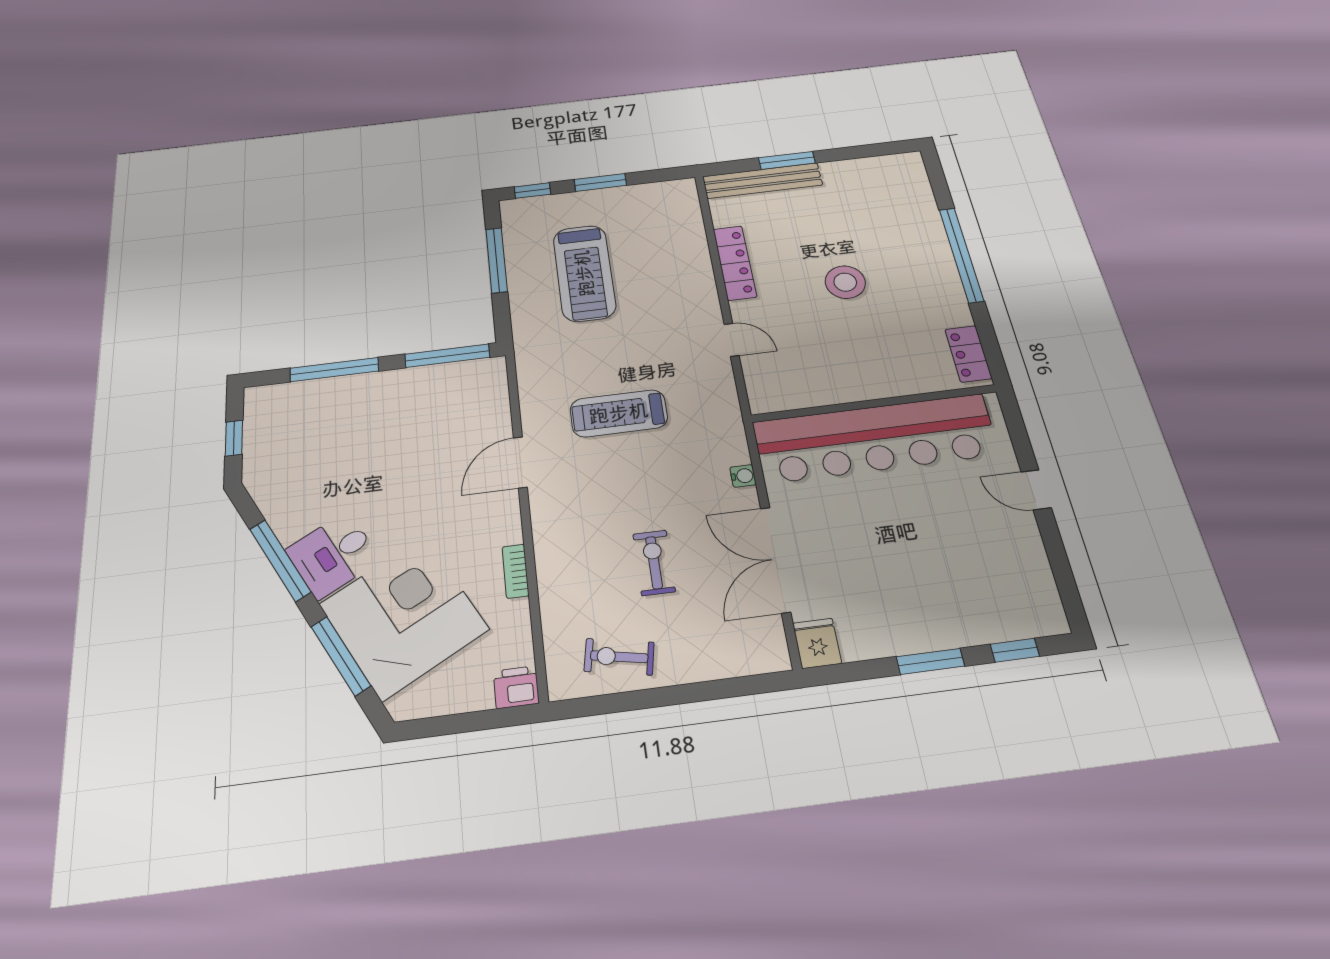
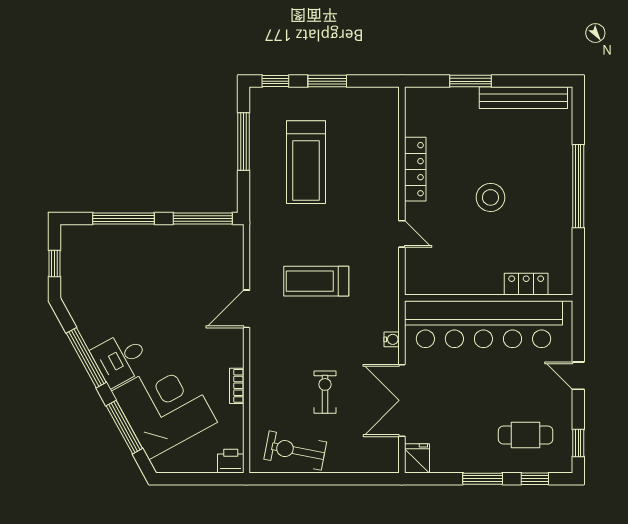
bench: (762, 181) -> (523, 98), moved
locker: (968, 354) -> (526, 284), moved, turned 90
cafe table: (981, 585) -> (526, 435), added
window: (1067, 587) -> (578, 443), added
exercise bike: (619, 657) -> (295, 451), width x1.38, depth x1.39

